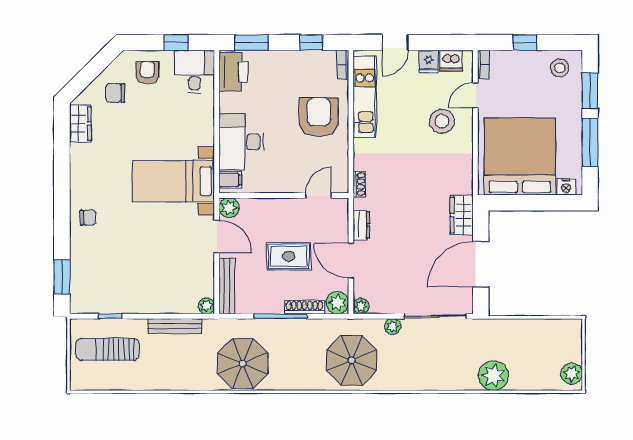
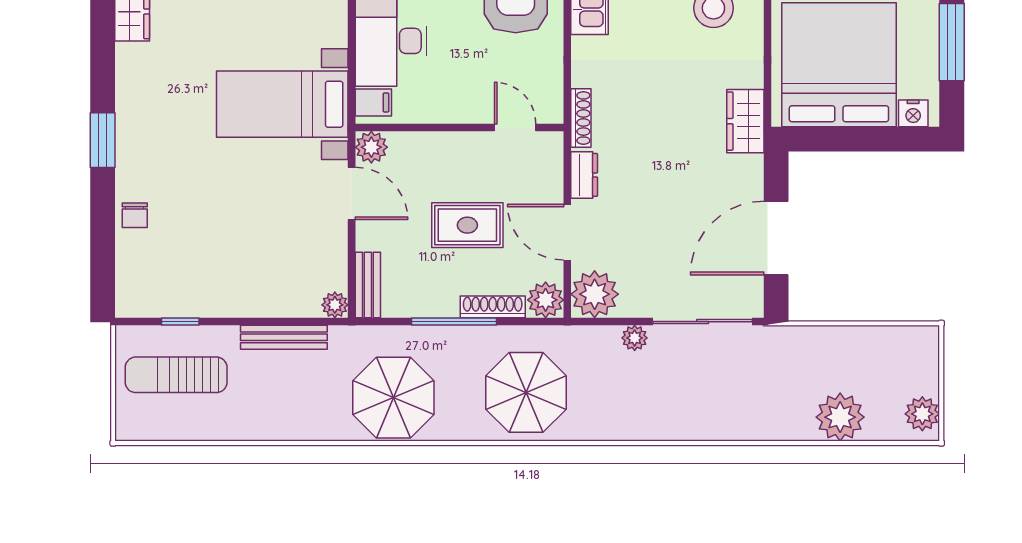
shoe rack: (359, 184) -> (581, 118), width x1.43
door: (318, 195) -> (515, 127), hinge flipped
wardrobe: (462, 215) -> (745, 121), moved
chair: (88, 218) -> (135, 215), moved, turned 90
window: (62, 277) -> (103, 140), moved
bench: (227, 286) -> (368, 285), width x0.73
plant: (361, 306) -> (595, 294), width x1.88, depth x1.88
parasol: (352, 360) -> (526, 392), moved
plant: (493, 376) -> (840, 417), moved

